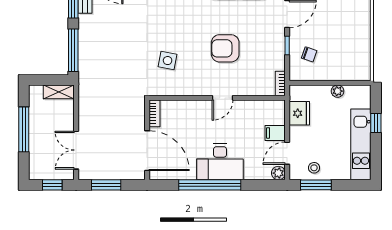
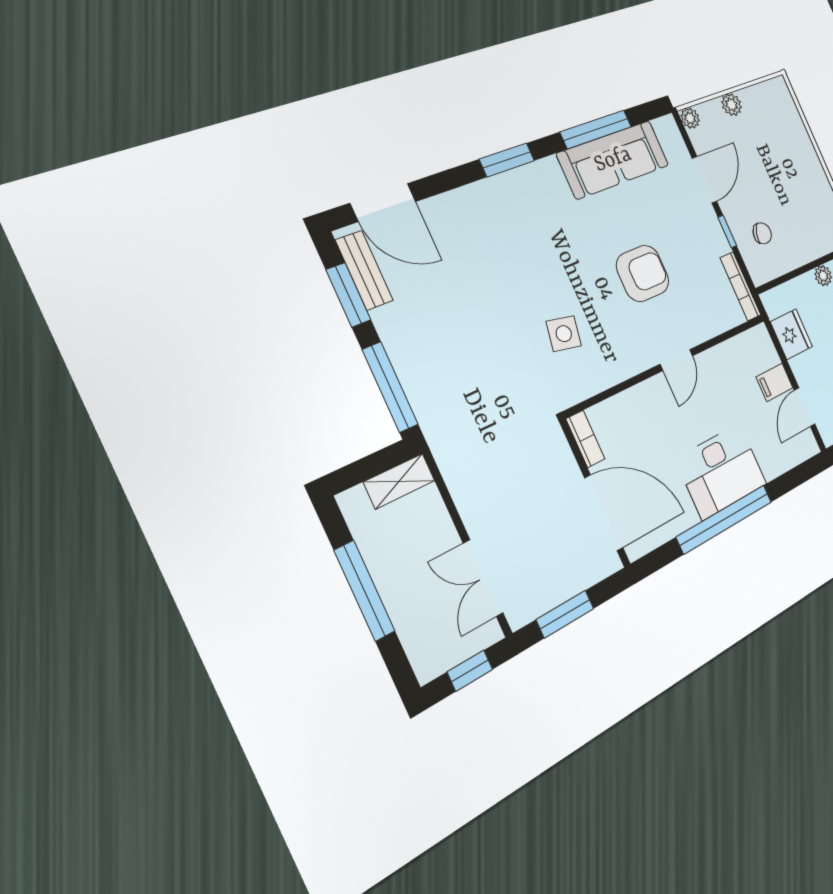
armchair: (225, 48) -> (643, 273), turned 180
bookcase: (280, 83) -> (740, 286), width x1.56
plant: (278, 173) -> (808, 446), removed

